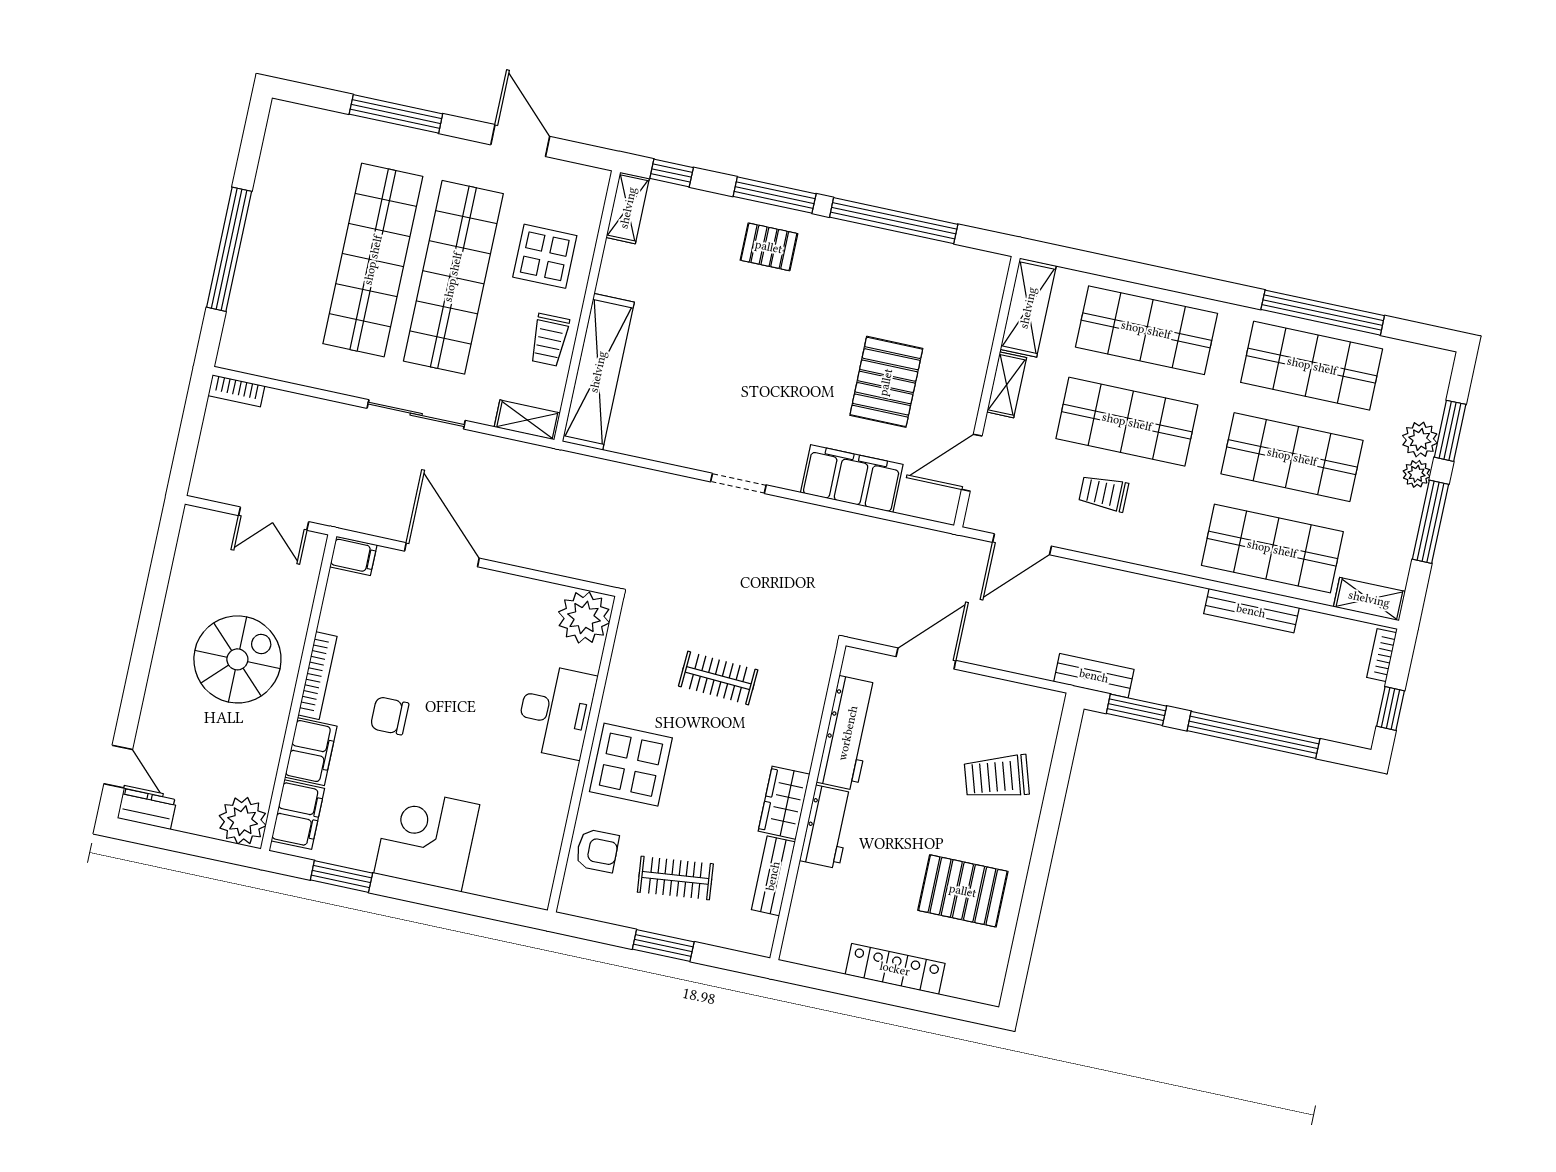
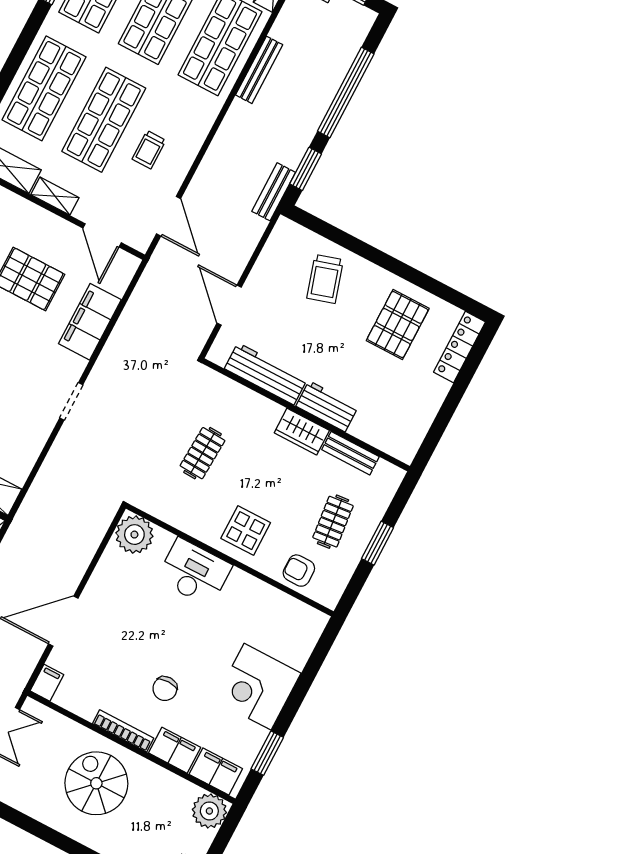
display table: (631, 765) -> (246, 531), width x0.73, depth x0.73
armchair: (597, 851) -> (299, 571), turned -89
locker: (895, 969) -> (460, 347), moved

